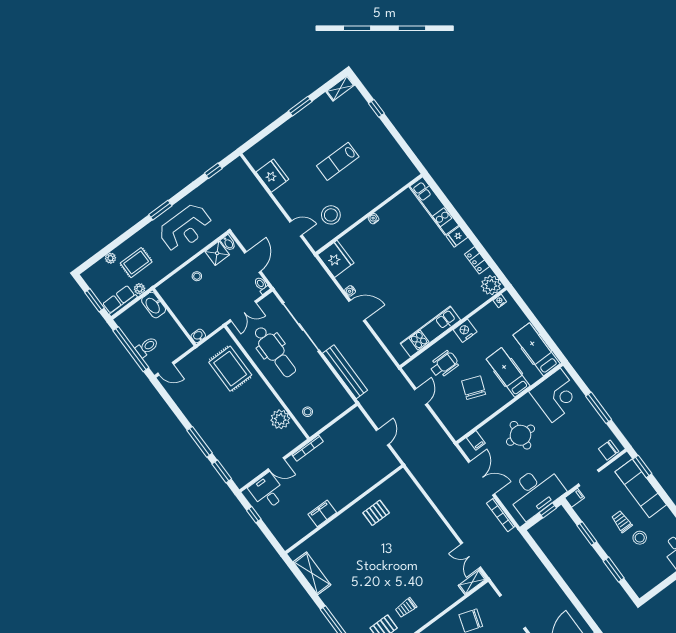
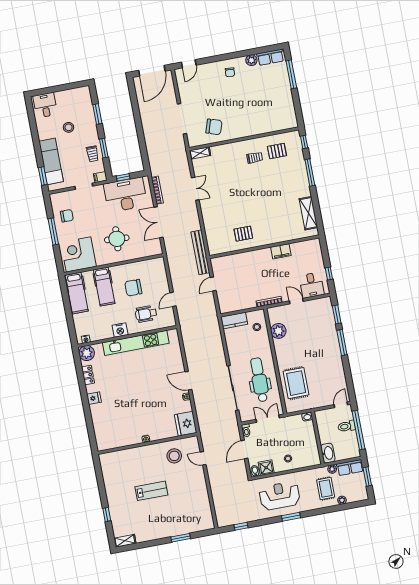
window: (300, 106) -> (181, 538), moved
fridge: (272, 176) -> (202, 503), removed
kitchen unit: (434, 206) -> (100, 427), removed
rug: (136, 263) -> (326, 489), turned 90
kitchen unit: (430, 332) -> (136, 343), width x1.36
door: (166, 369) -> (341, 405), hinge flipped
bench: (345, 372) -> (200, 252), moved
chair: (474, 388) -> (133, 288), turned 69
kitchen counter: (338, 406) -> (234, 321), added
filing cabinet: (476, 440) -> (150, 250), removed
chair: (609, 450) -> (67, 216), moved
trolley: (622, 522) -> (92, 154), moved
double door: (471, 556) -> (195, 189), moved

